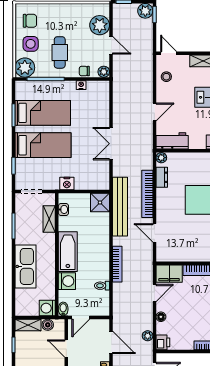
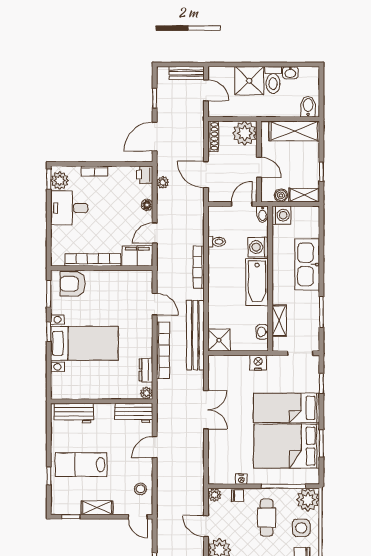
bed: (43, 113) -> (287, 446), width x1.50

